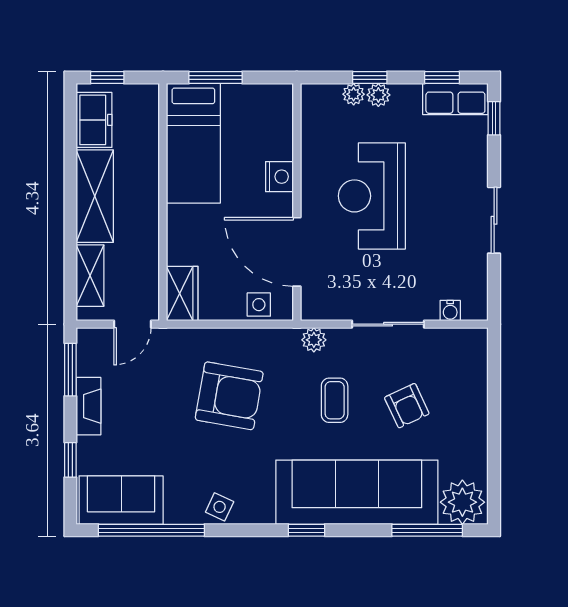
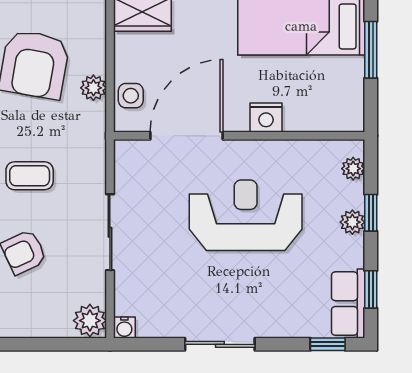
plant: (354, 94) -> (353, 169), moved
water cooler: (450, 311) -> (124, 327), moved, turned -90
plant: (314, 340) -> (93, 88), moved
plant: (471, 343) -> (90, 321), added

